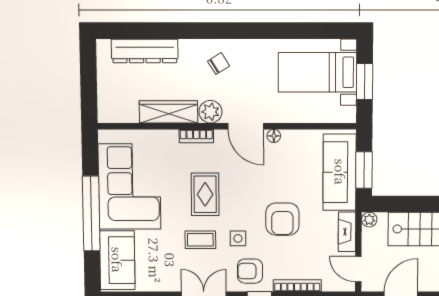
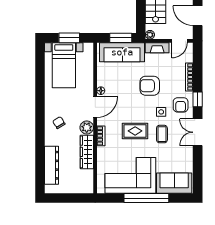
armchair: (282, 219) -> (150, 86), turned 180

